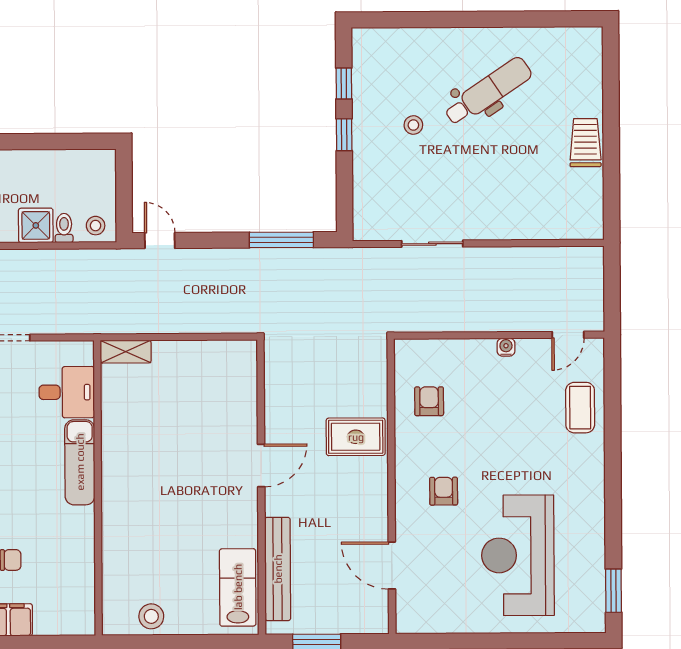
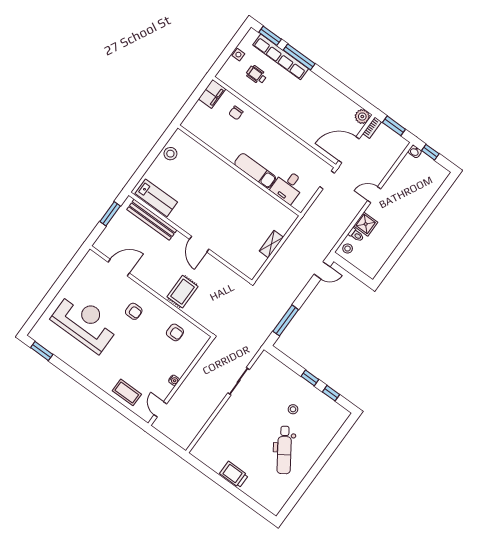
trolley: (585, 143) -> (234, 475), turned 180
shelving: (126, 352) -> (271, 244), moved

